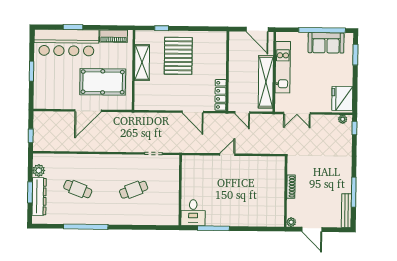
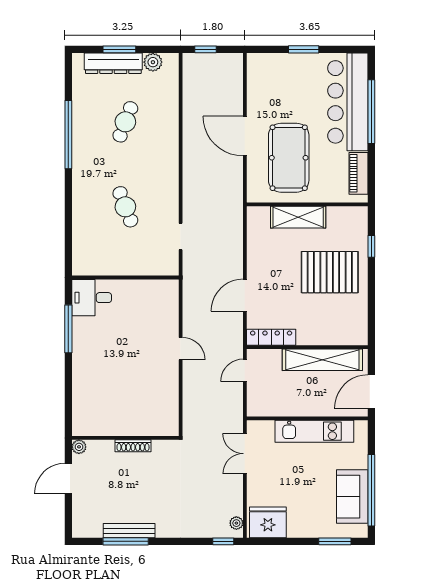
window: (73, 27) -> (371, 112), width x2.11
shelving: (142, 62) -> (298, 217), moved
shelving: (266, 82) -> (322, 360), moved
bench: (346, 211) -> (129, 531), moved

